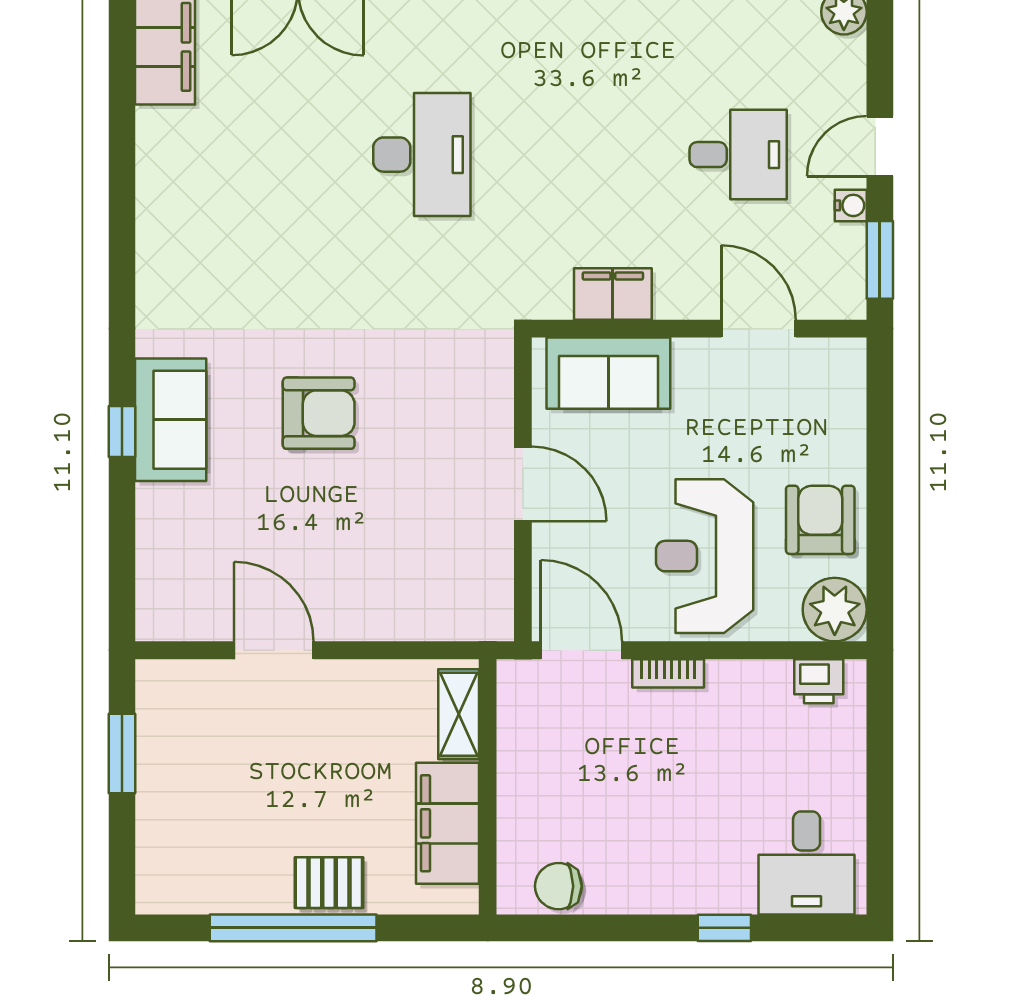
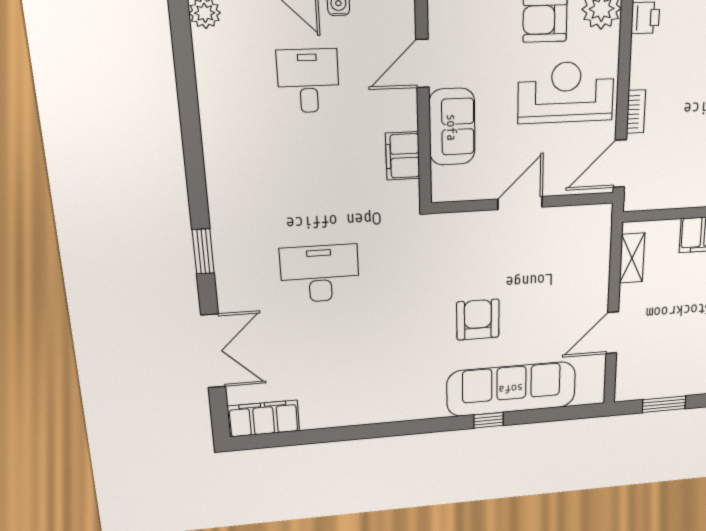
sofa: (608, 373) -> (452, 127), moved
sofa: (171, 420) -> (511, 389), width x1.85, depth x1.27
reception desk: (705, 556) -> (566, 92), turned 180
shelving: (459, 714) -> (632, 258), moved, turned 90

